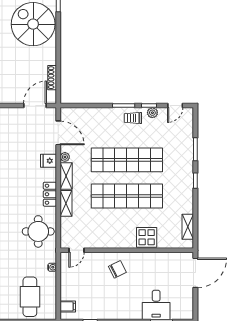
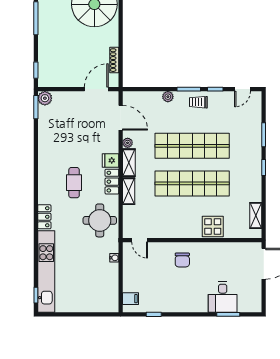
plant: (152, 113) -> (168, 97), moved
fridge: (48, 161) -> (110, 160), moved
door: (77, 250) -> (140, 240), hinge flipped
chair: (117, 269) -> (182, 260), turned 117
cafe table: (30, 297) -> (74, 183), moved, width x0.73, depth x0.74

